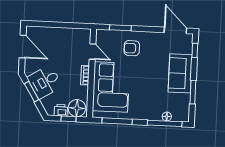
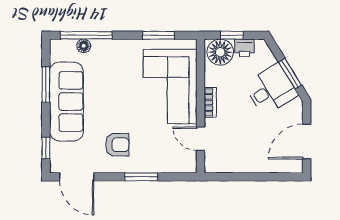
window: (120, 28) -> (141, 177), moved
door: (23, 46) -> (307, 142), hinge flipped
armchair: (132, 48) -> (117, 145), moved
sofa: (180, 73) -> (66, 102), width x1.36
window: (117, 121) -> (158, 35), width x0.69

